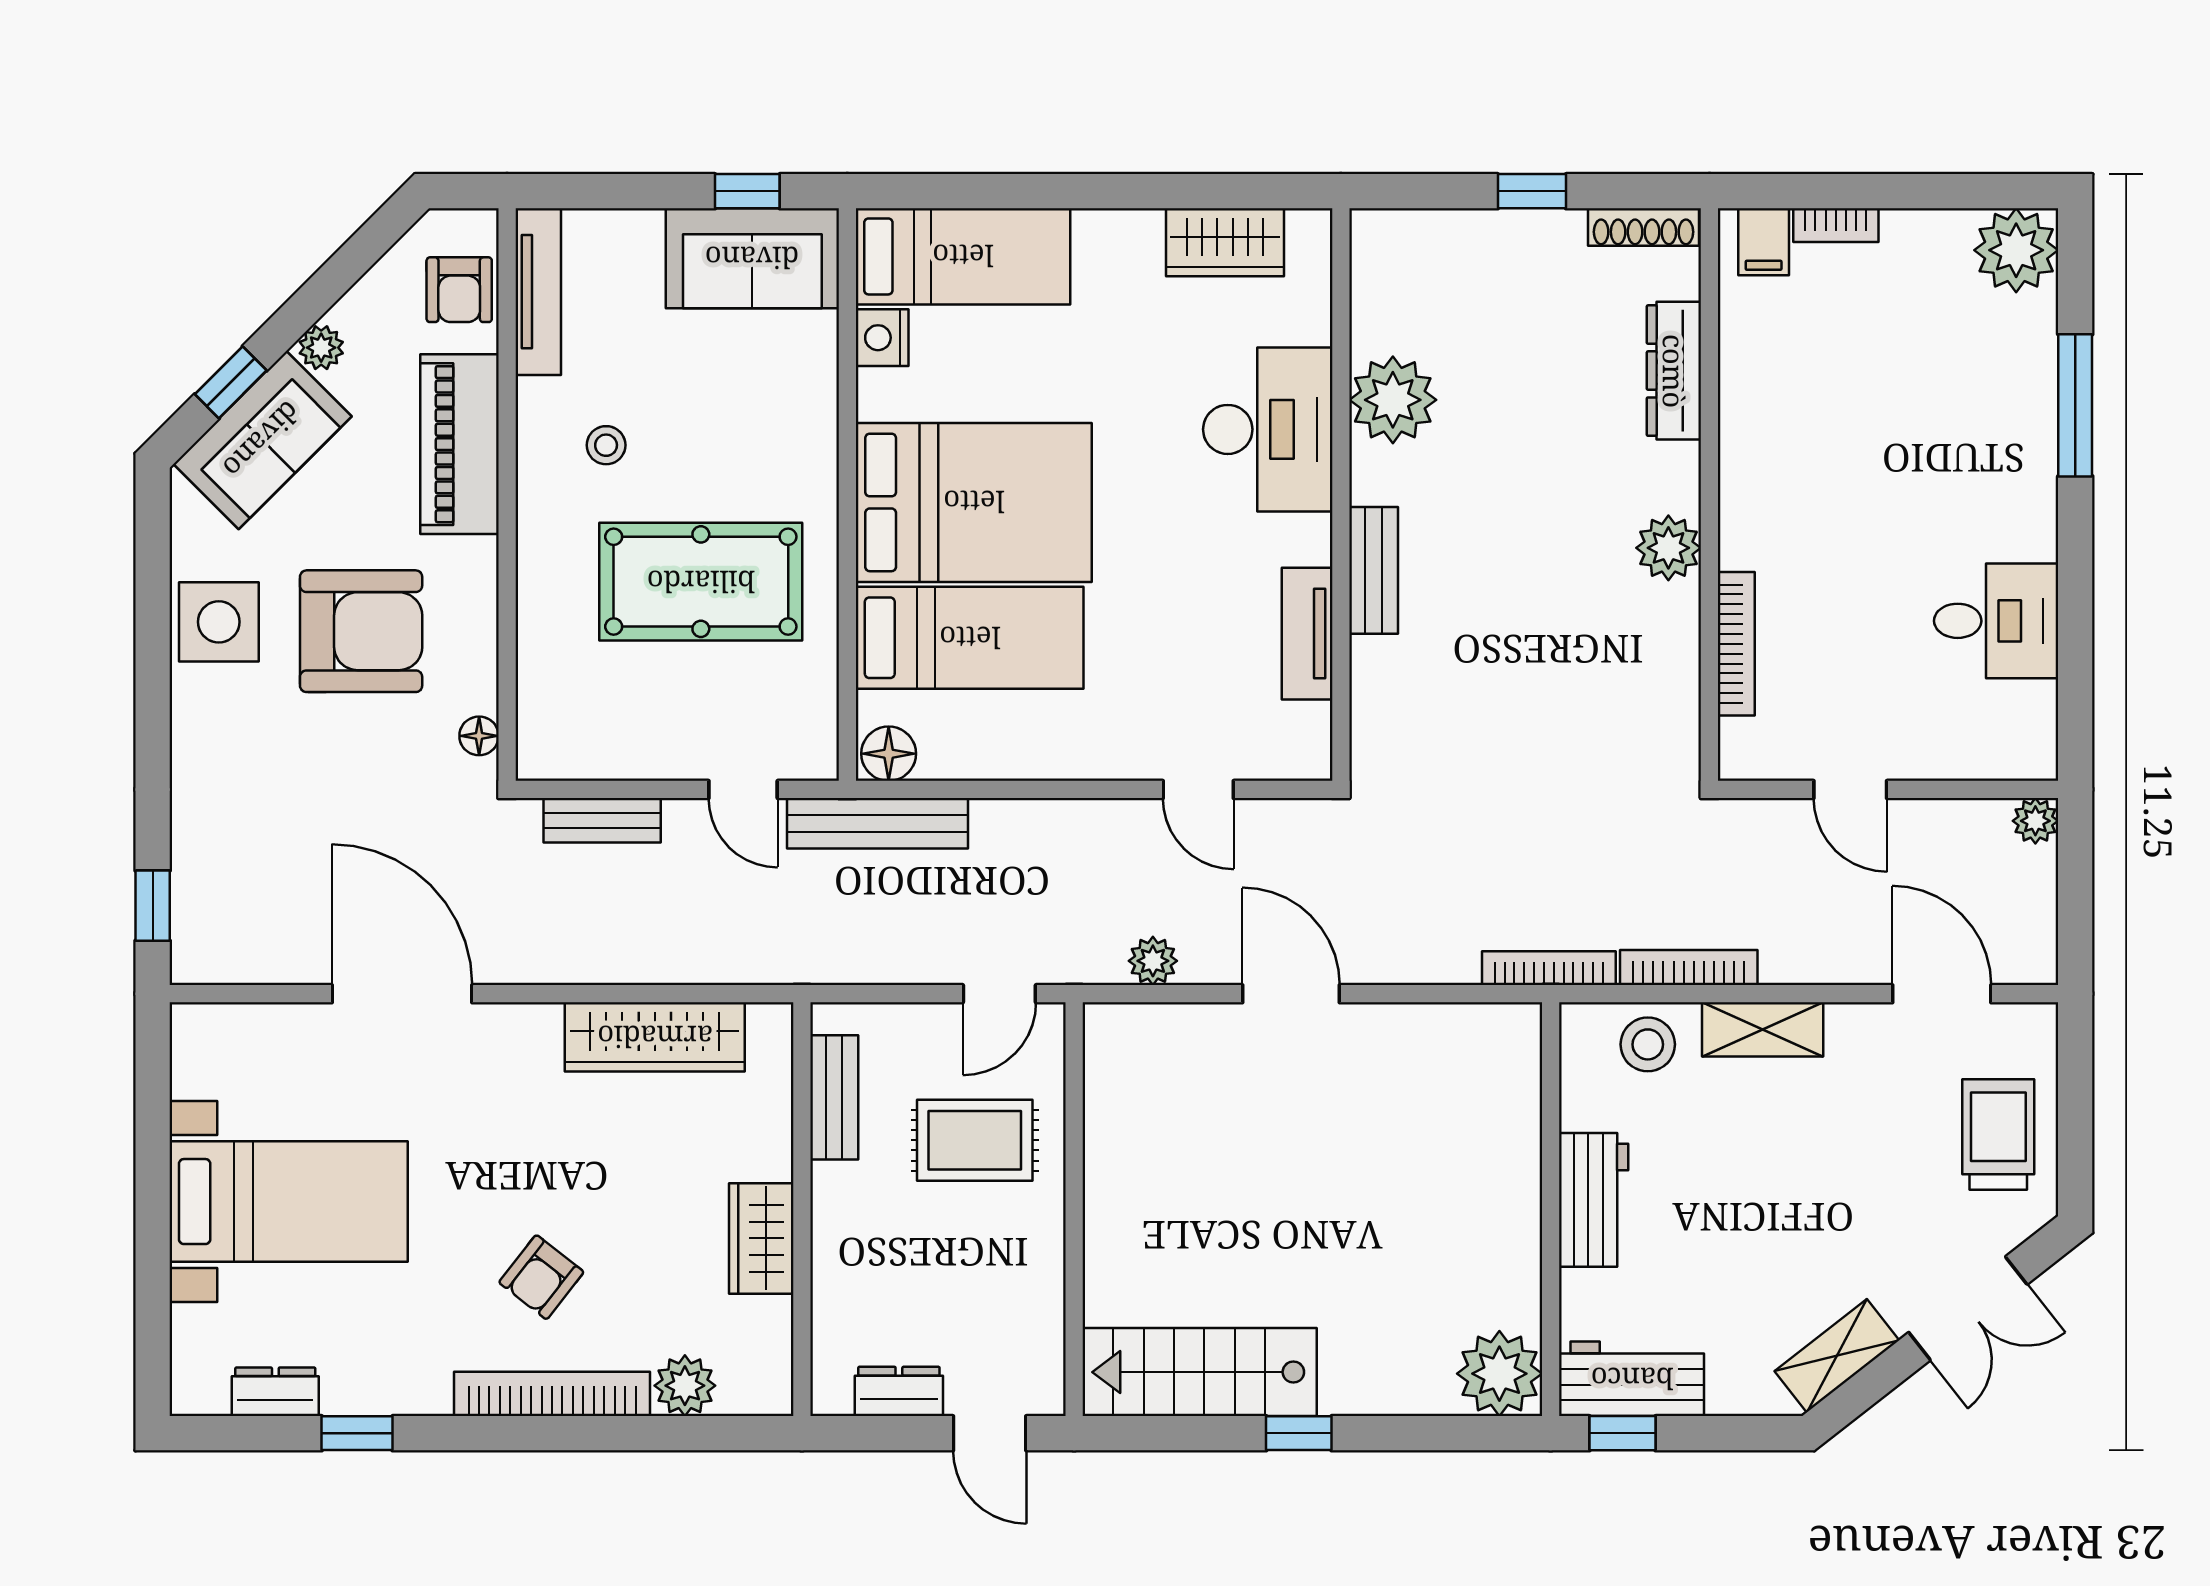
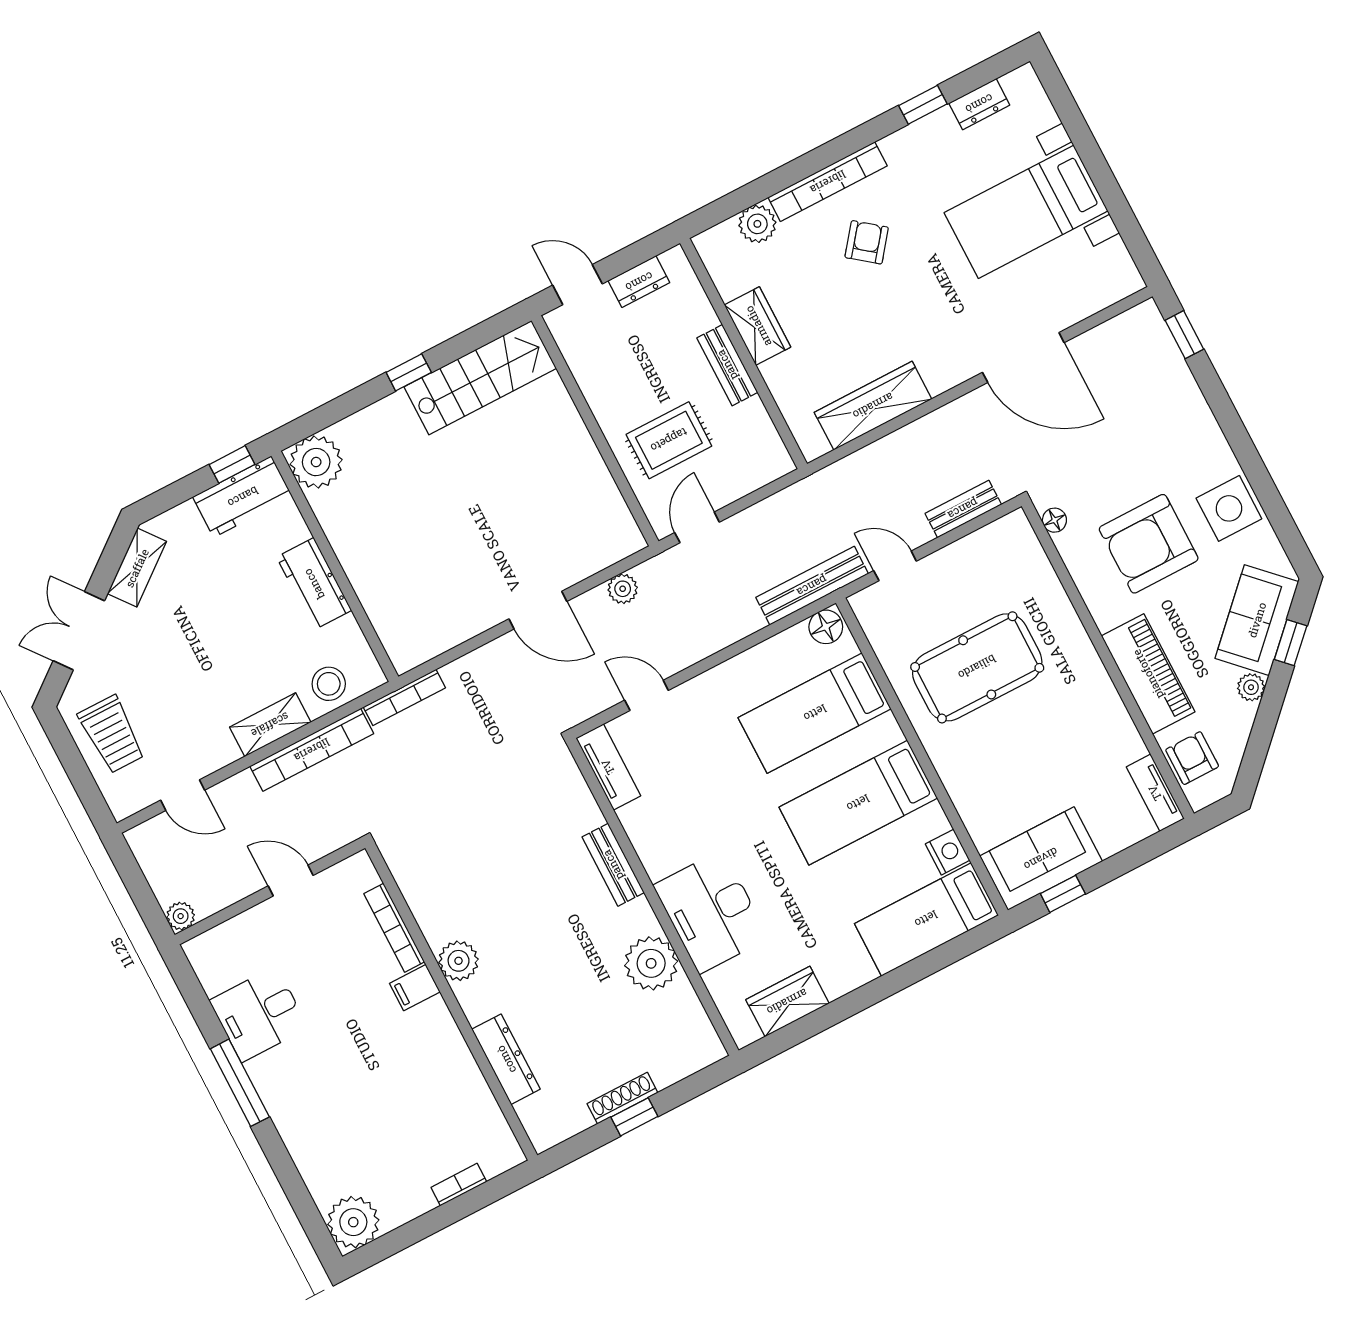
shoe rack: (1644, 227) -> (622, 1098), moved
filing cabinet: (1764, 242) -> (415, 988), moved, turned -90
tv unit: (538, 292) -> (1155, 793), width x0.71
window: (2075, 405) -> (240, 1083), moved
stool: (606, 445) -> (1068, 715), removed
bed: (974, 502) -> (858, 803), width x0.67
tv unit: (1307, 634) -> (608, 767), moved
bookcase: (1689, 968) -> (312, 750), width x1.48, depth x1.31
door: (1942, 994) -> (183, 795), width x0.73
bench: (834, 1097) -> (727, 365), moved

